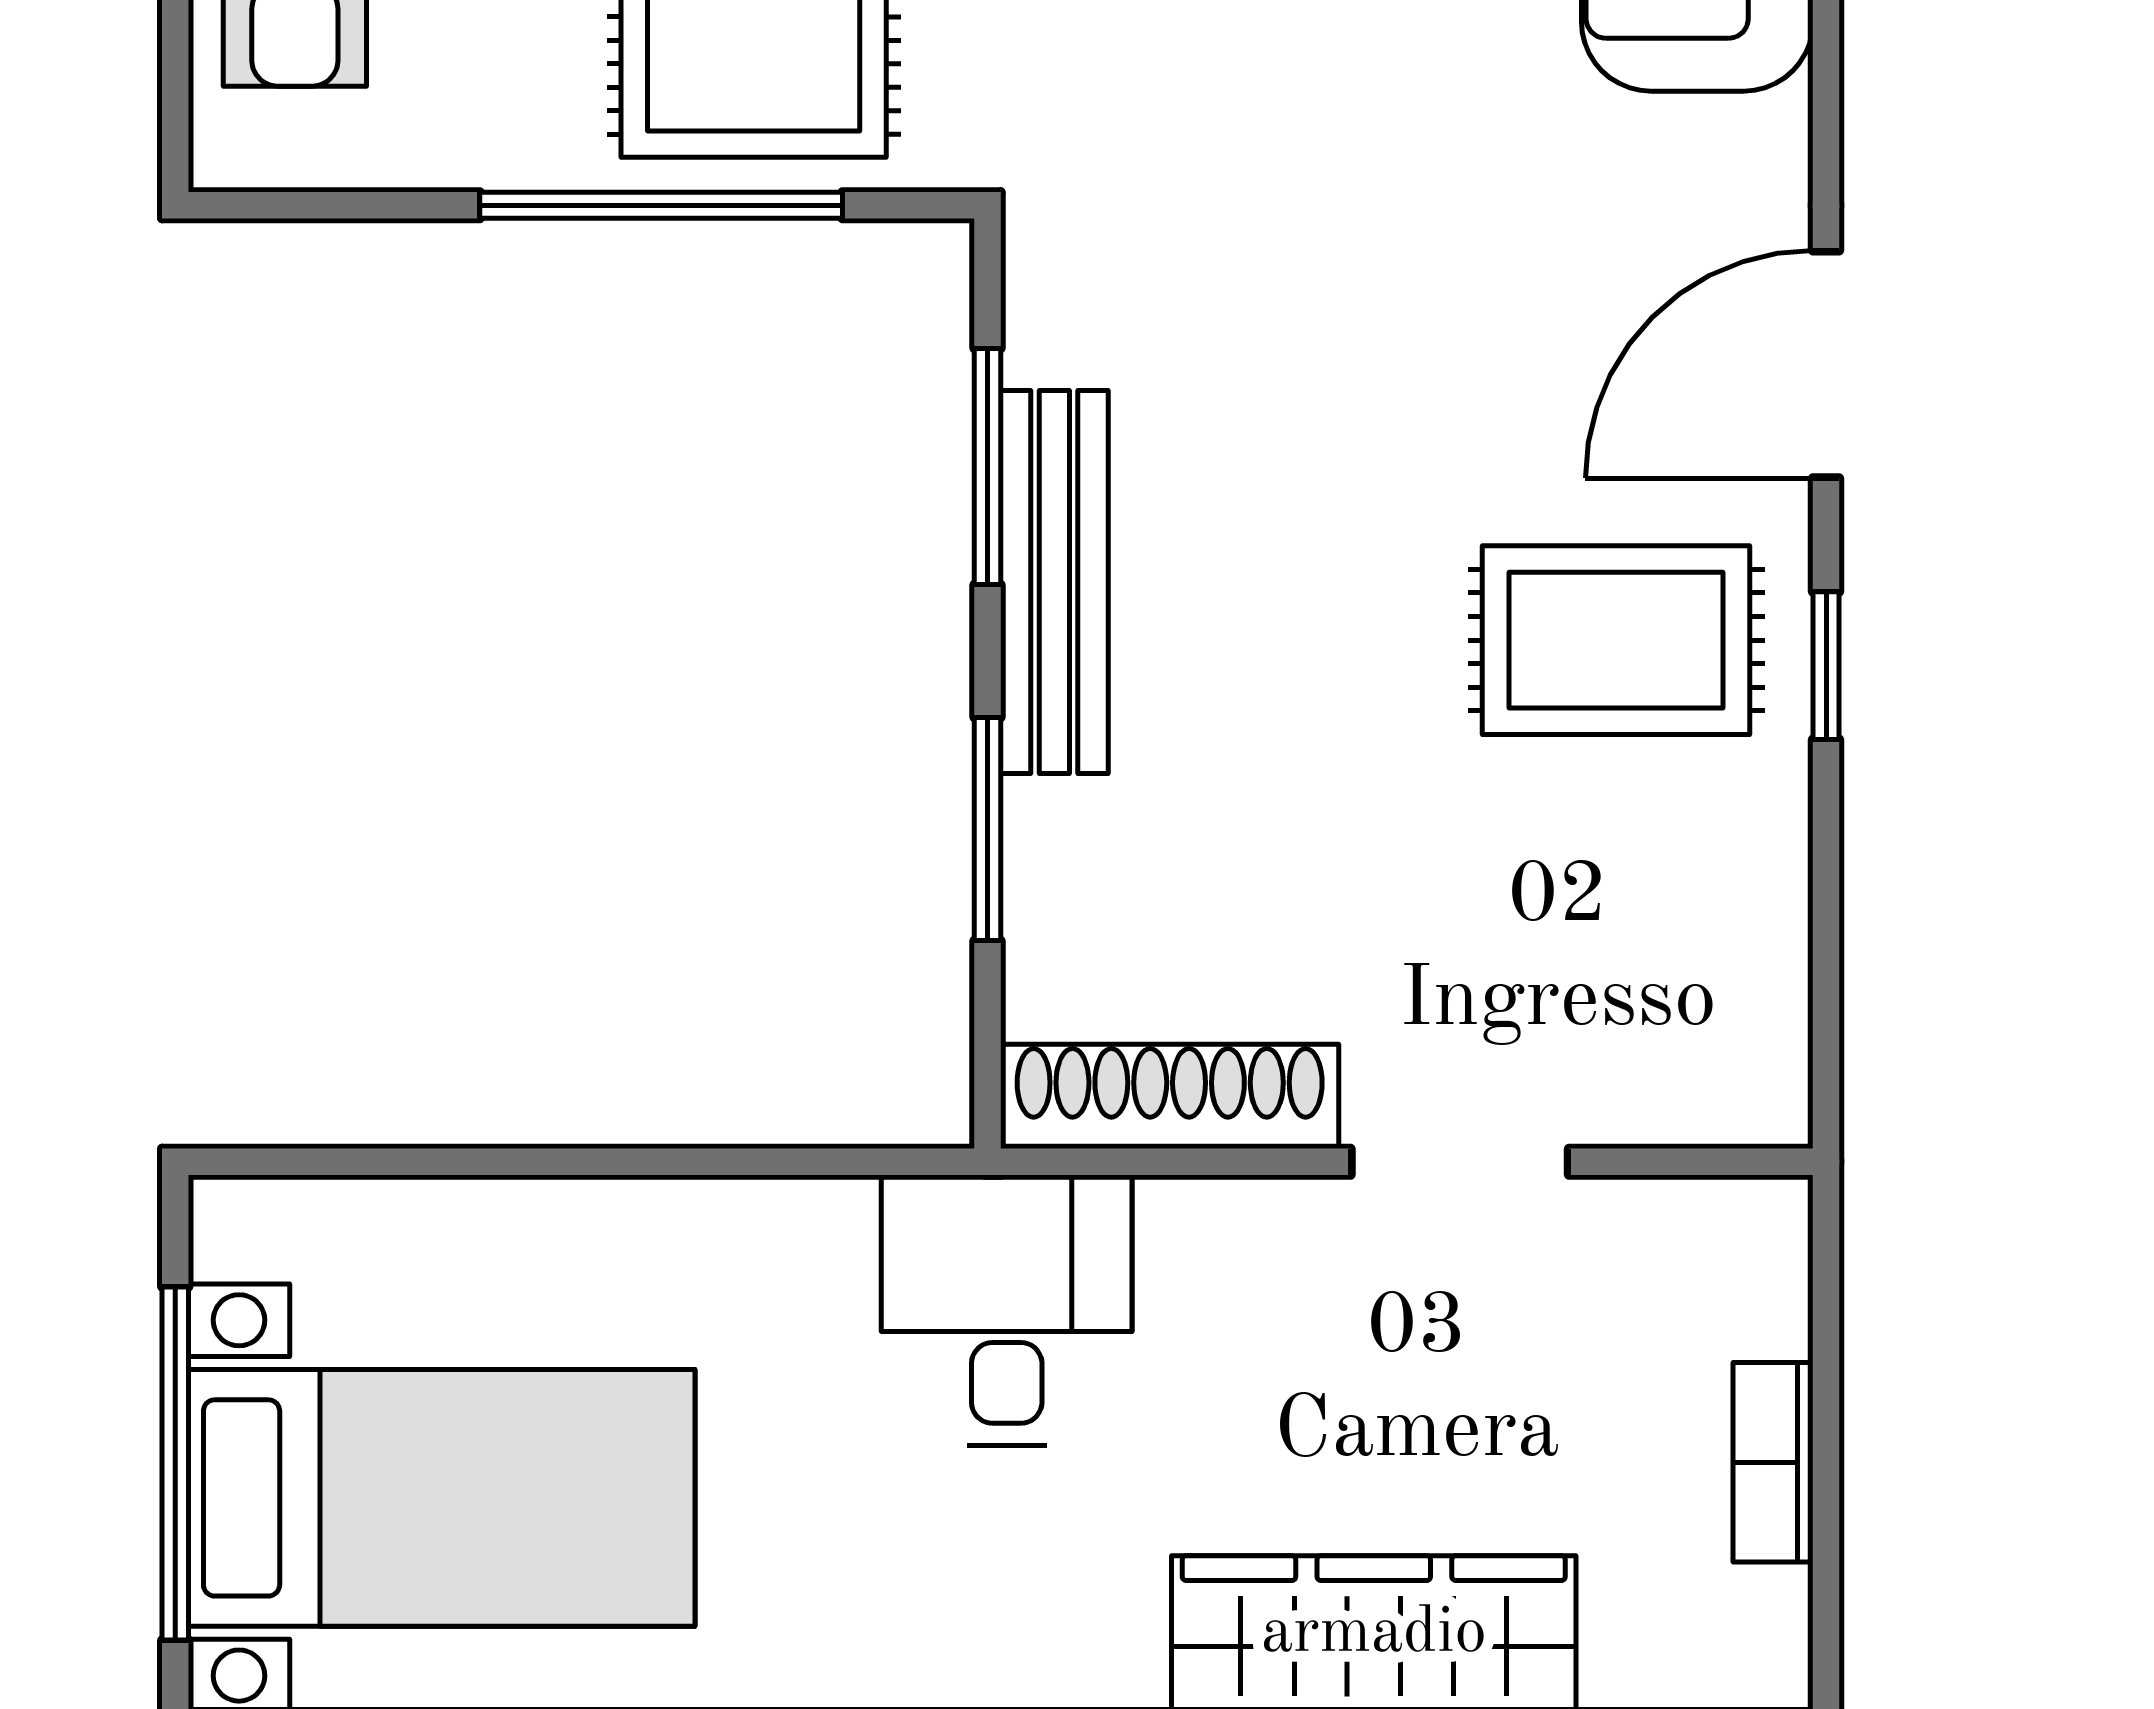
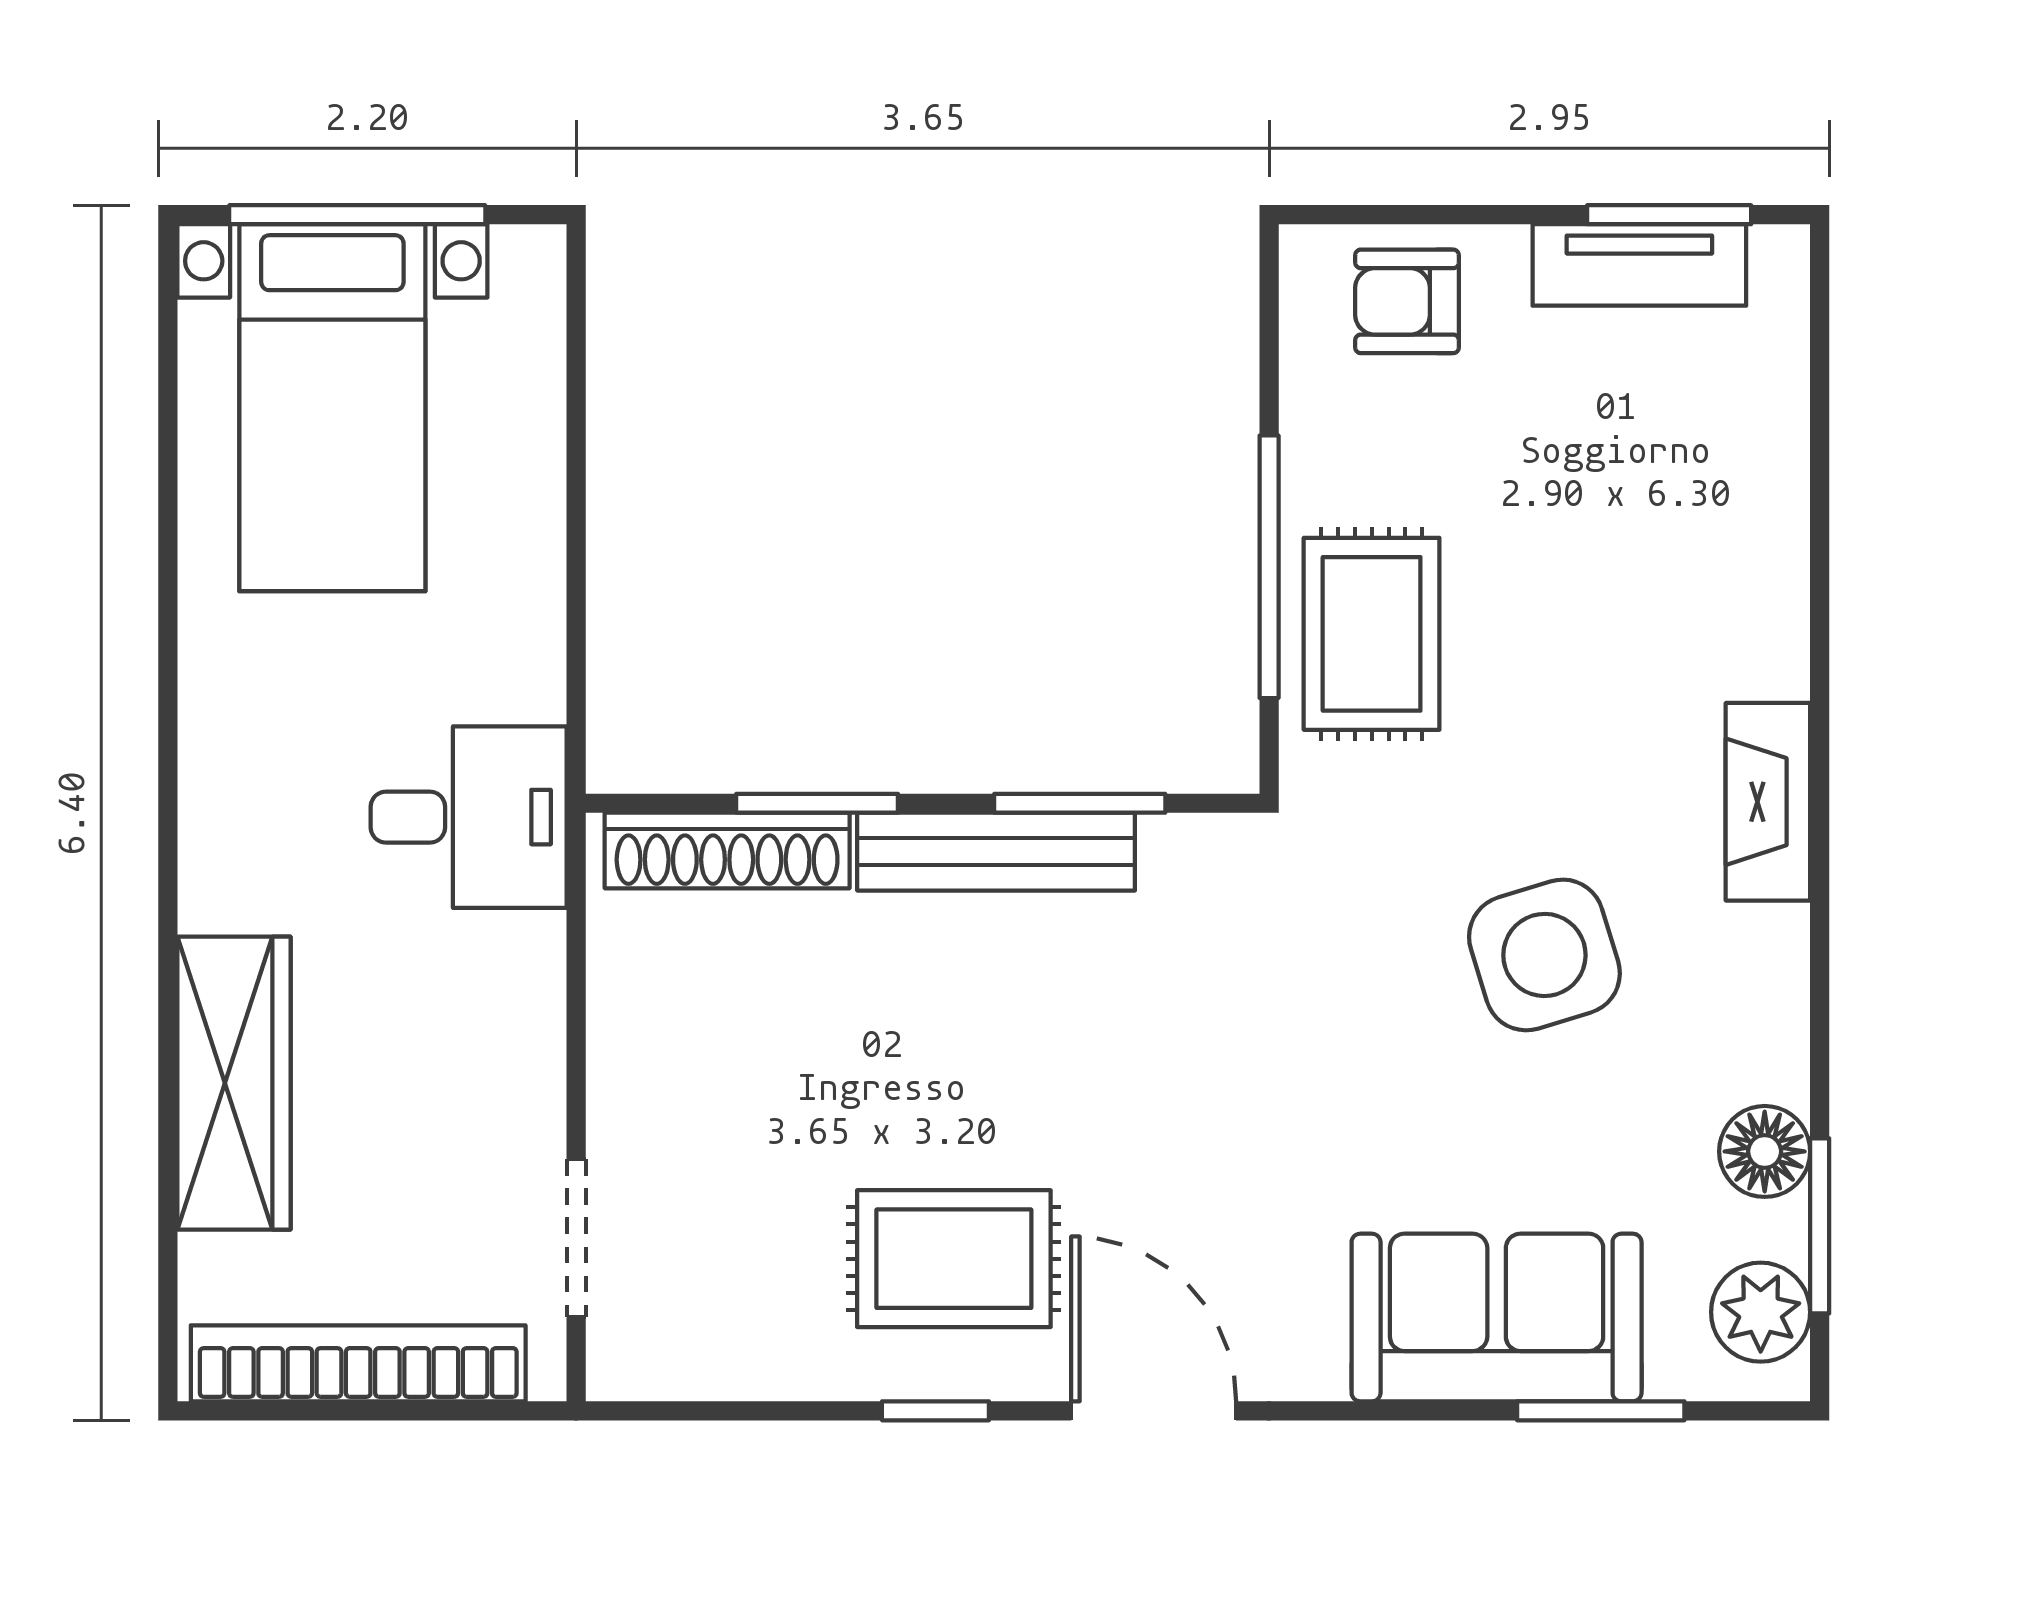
rug: (1616, 640) -> (954, 1259), turned 90
shoe rack: (1170, 1096) -> (727, 851), moved, turned 90
doorway: (1460, 1162) -> (576, 1238), moved
bookcase: (1773, 1462) -> (358, 1363), width x2.31, depth x1.31

